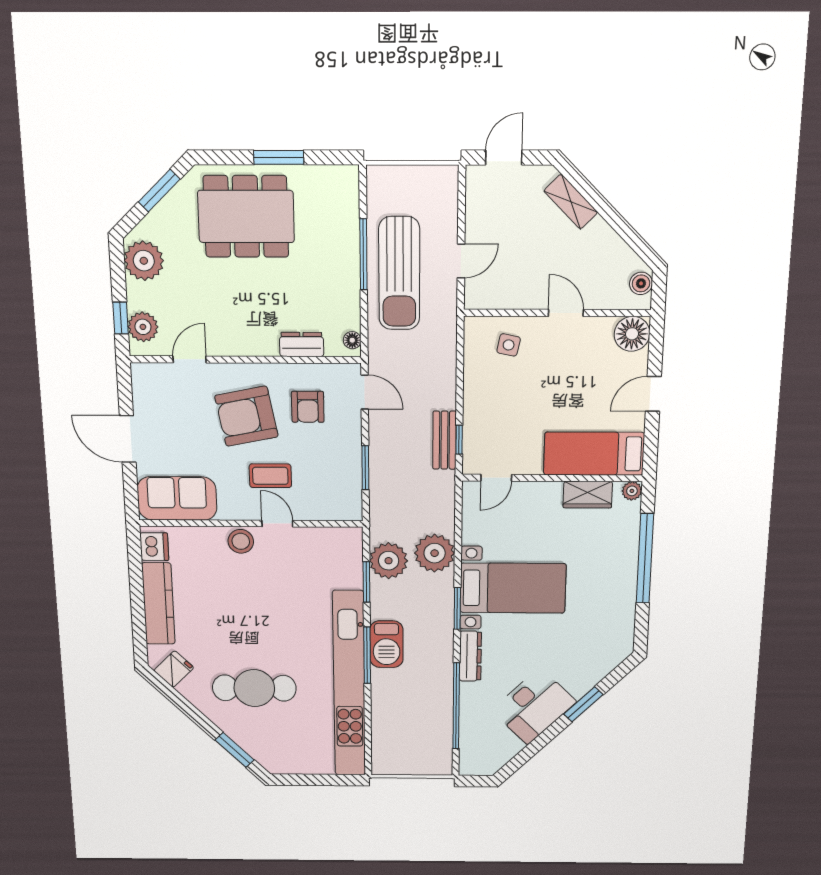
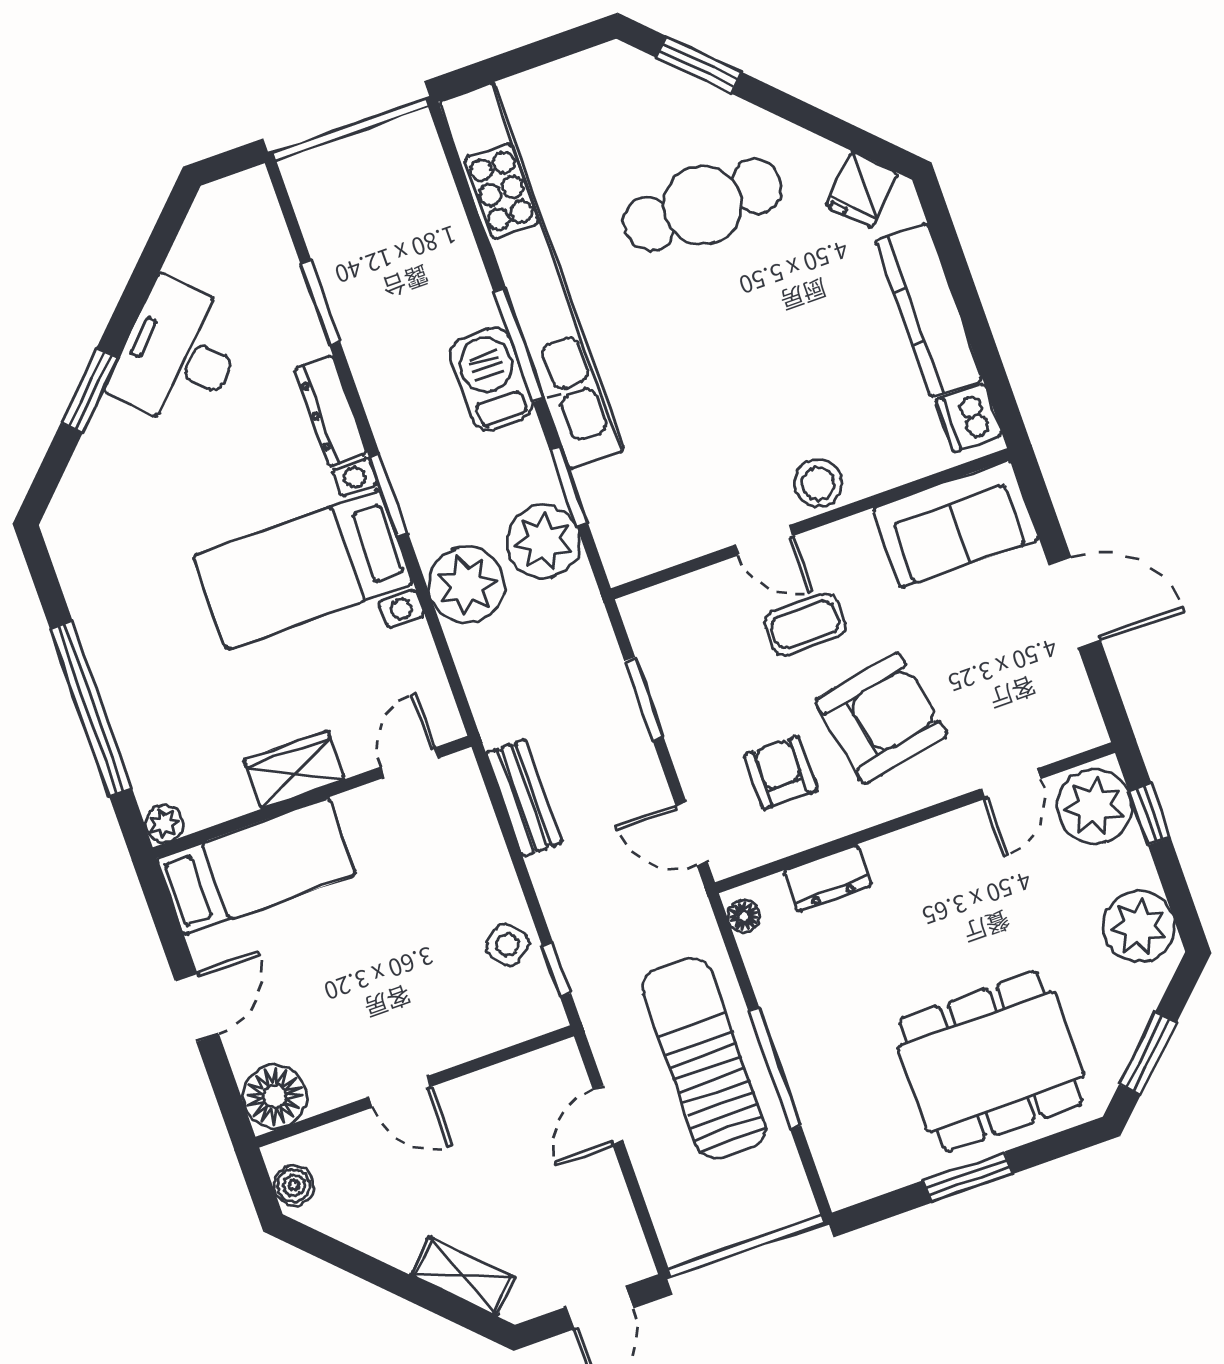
plant: (143, 327) -> (1094, 806), width x1.36, depth x1.36
side table: (509, 345) -> (507, 945), moved, turned 38
window: (459, 440) -> (556, 969), moved
wardrobe: (588, 495) -> (294, 770), moved
window: (456, 706) -> (320, 303), width x0.47

